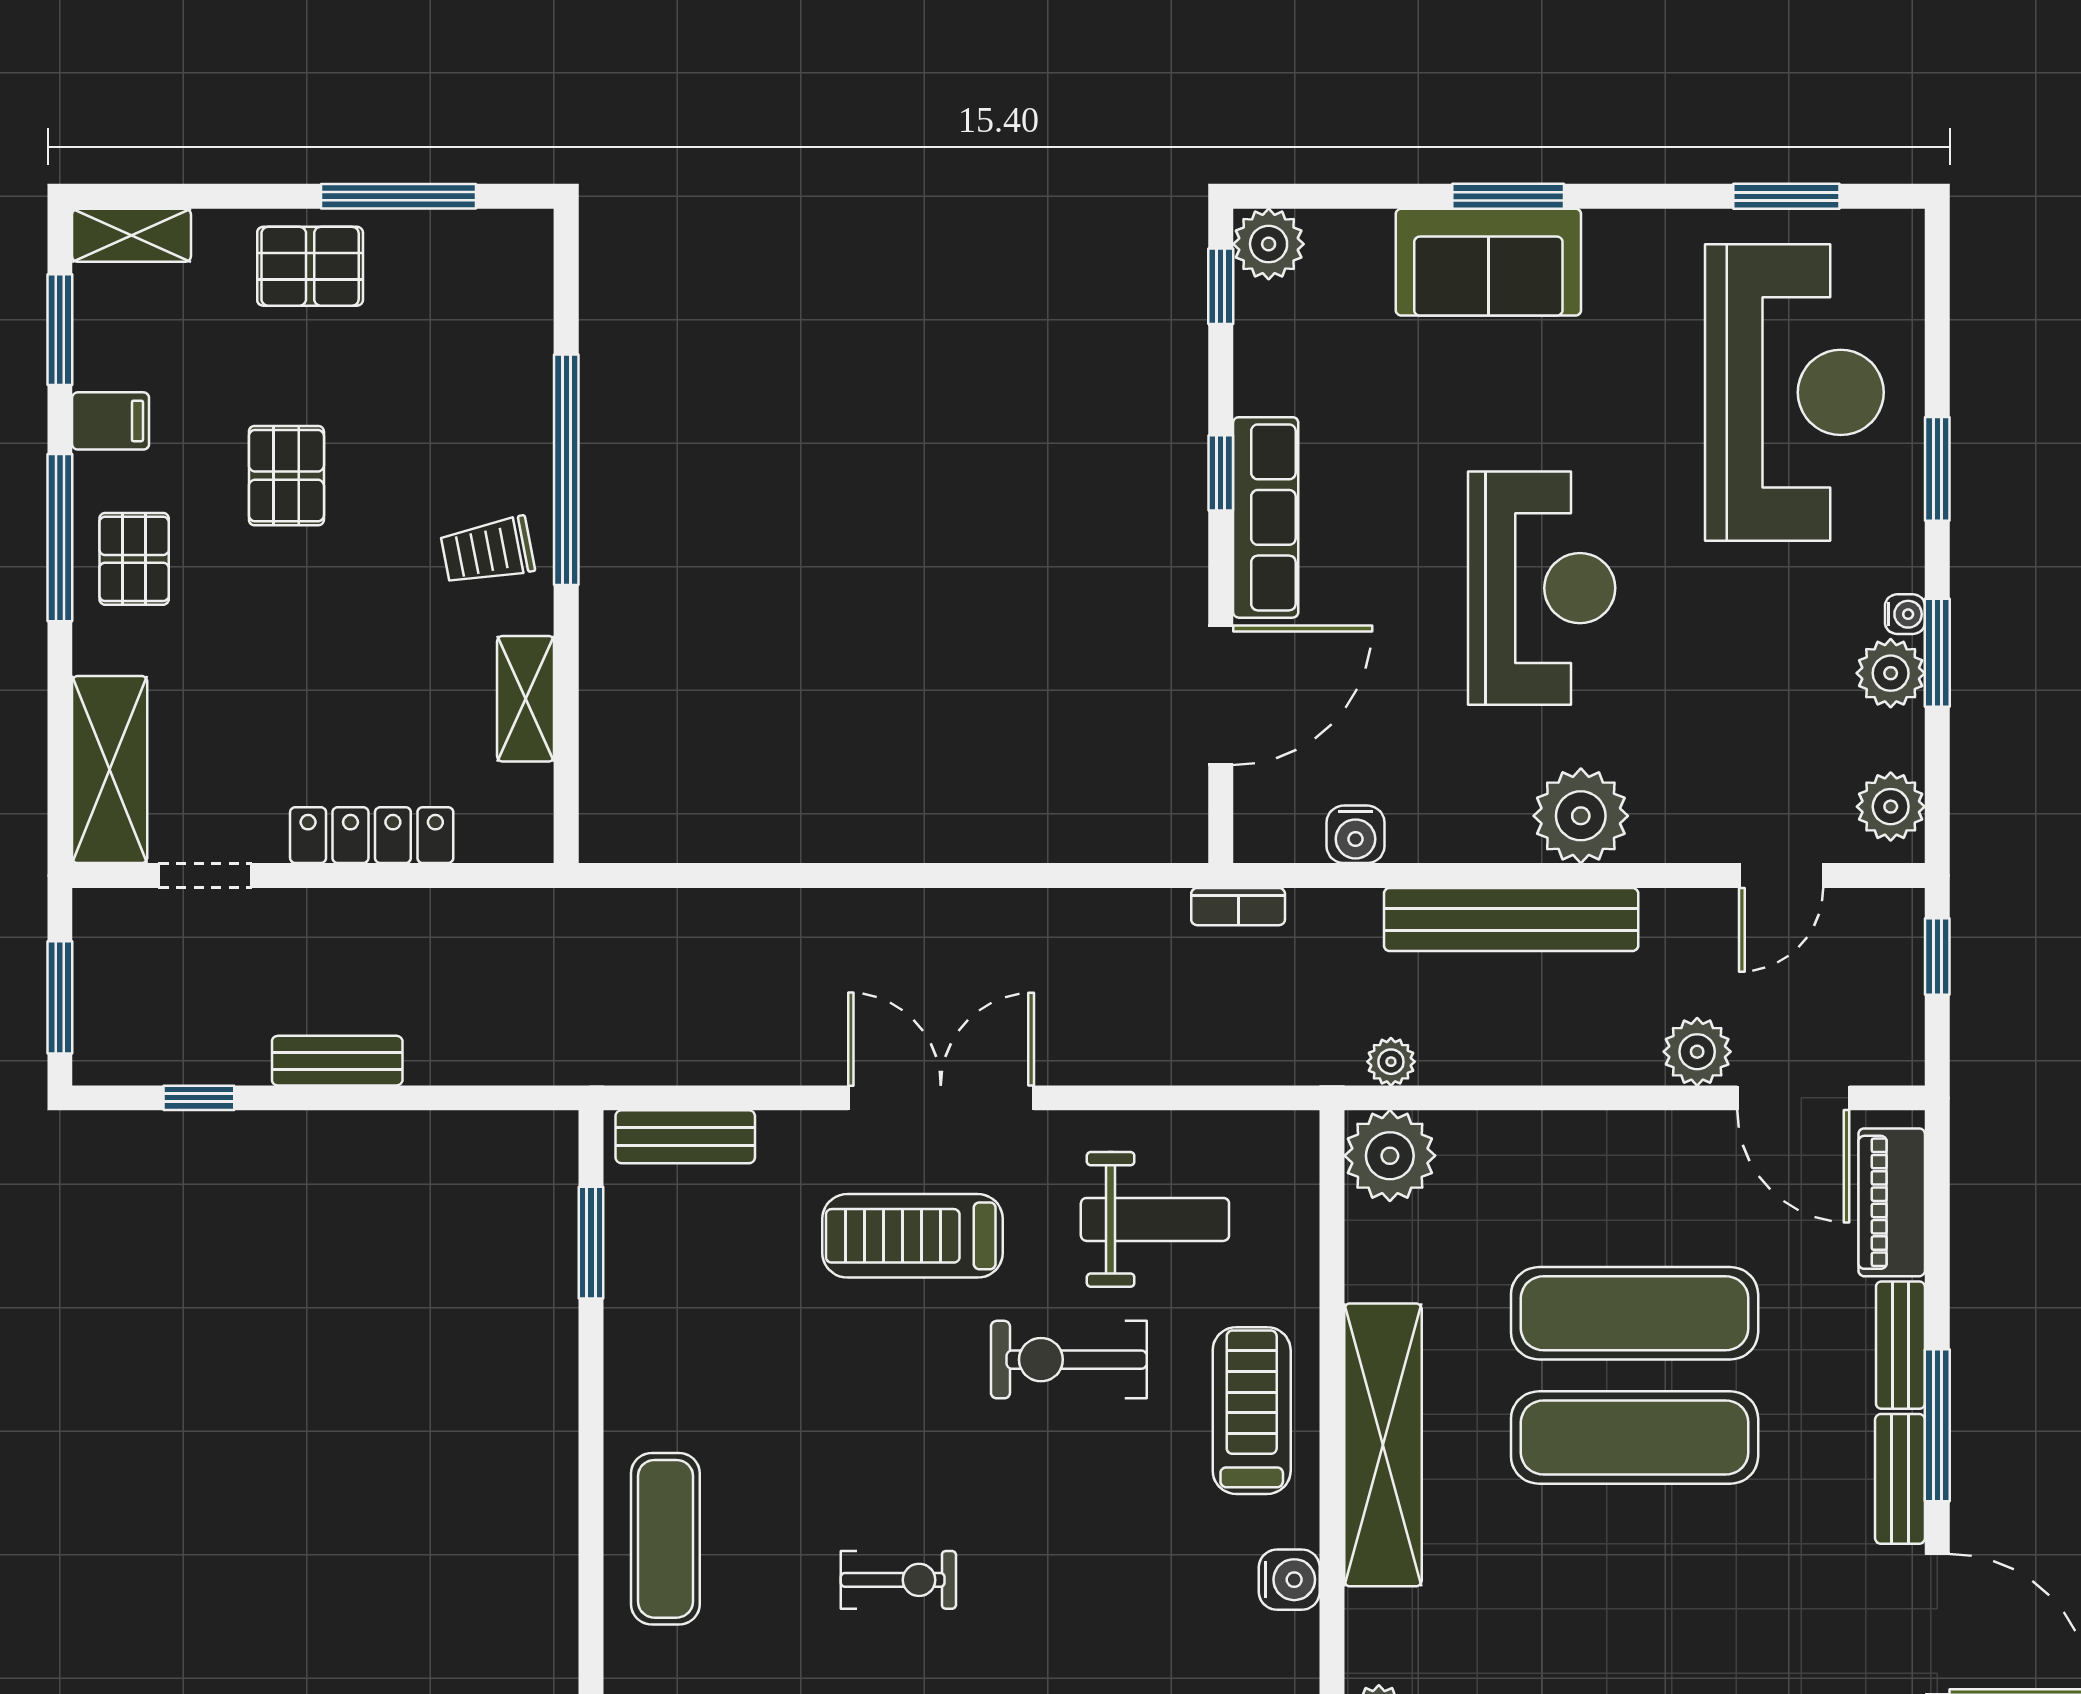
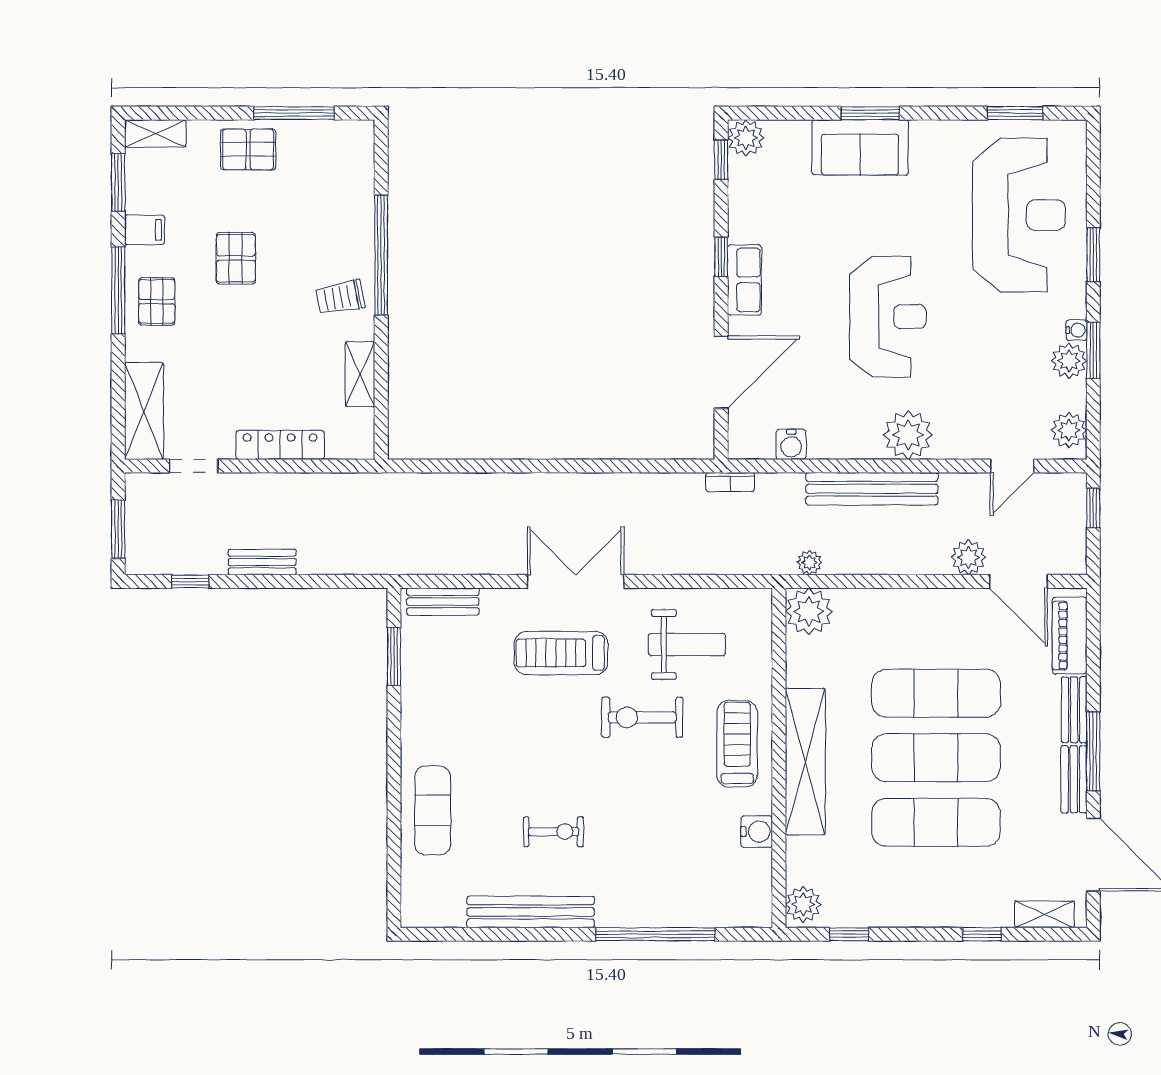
row of seats: (1266, 517) -> (744, 280), width x0.68
exercise mat: (1635, 1562) -> (936, 822), added

